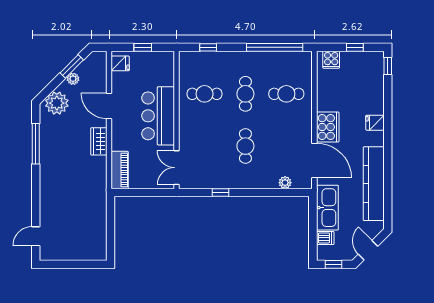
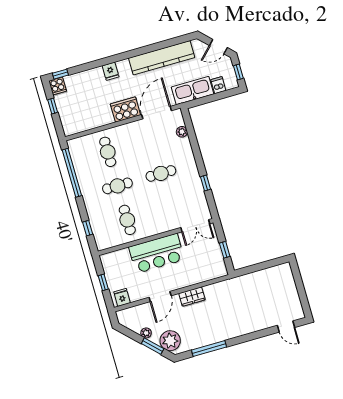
cooker: (331, 60) -> (58, 86), moved, turned 90
window: (72, 66) -> (153, 346), moved
piano: (120, 170) -> (211, 272), removed
window: (140, 193) -> (225, 250), added

